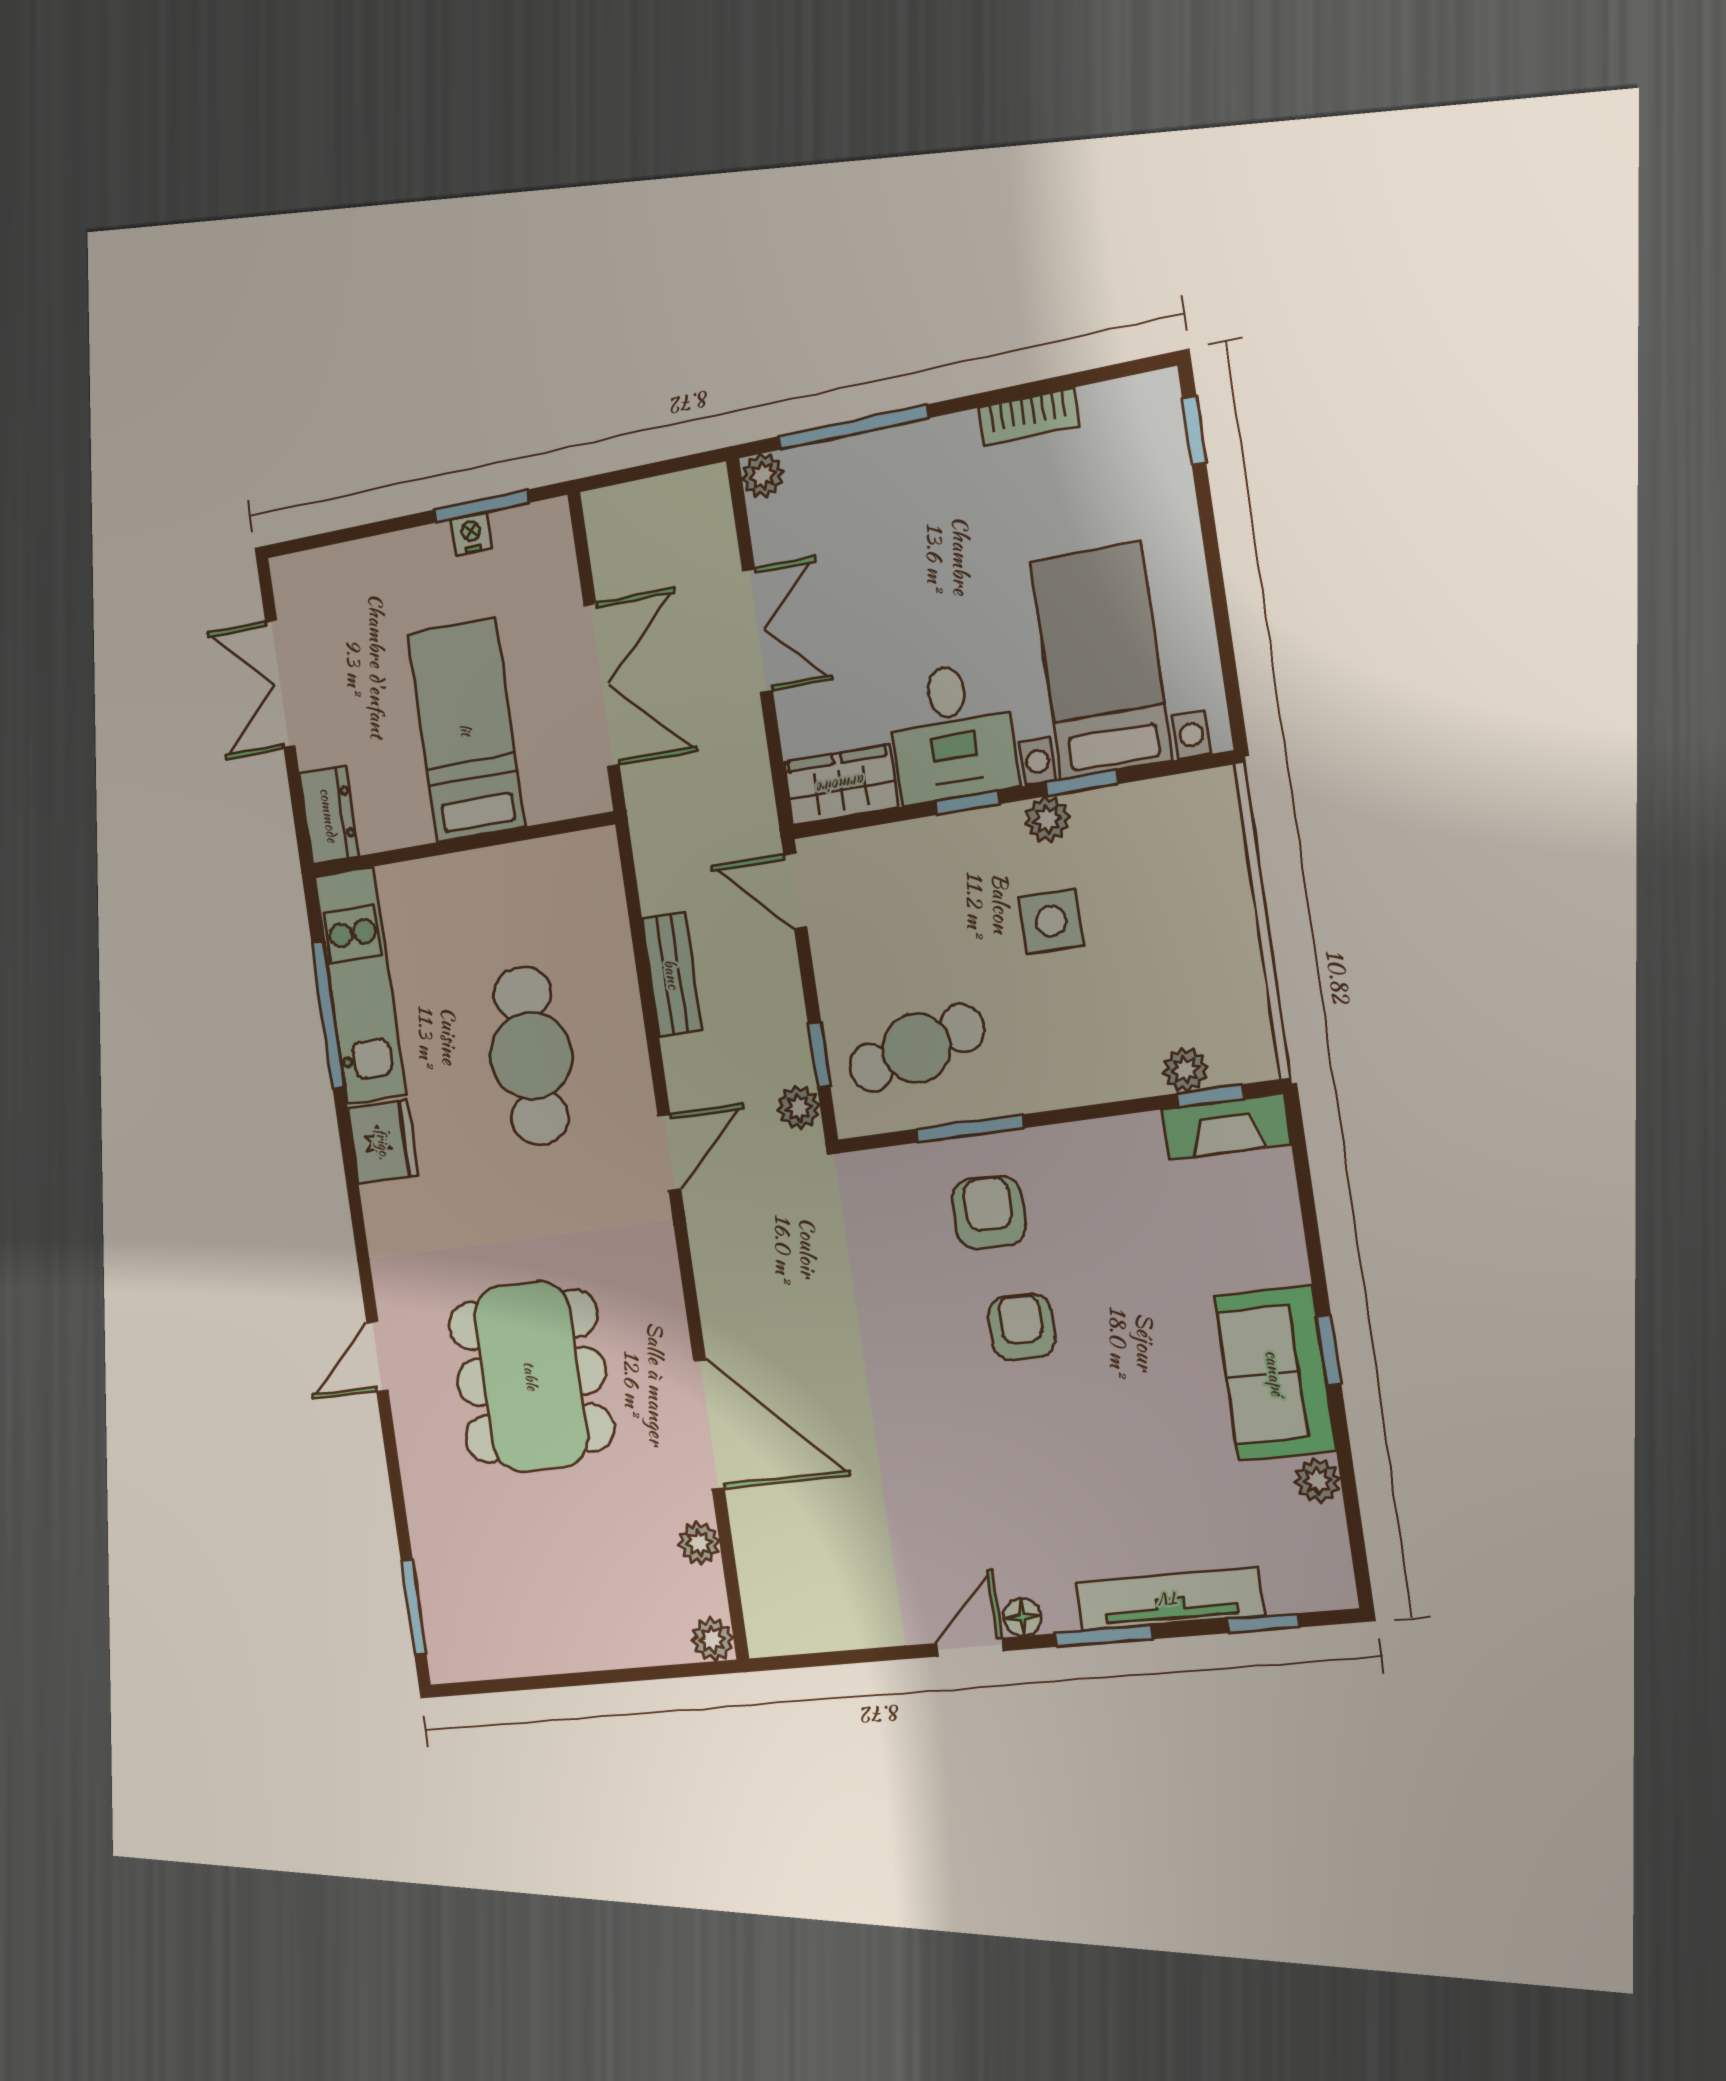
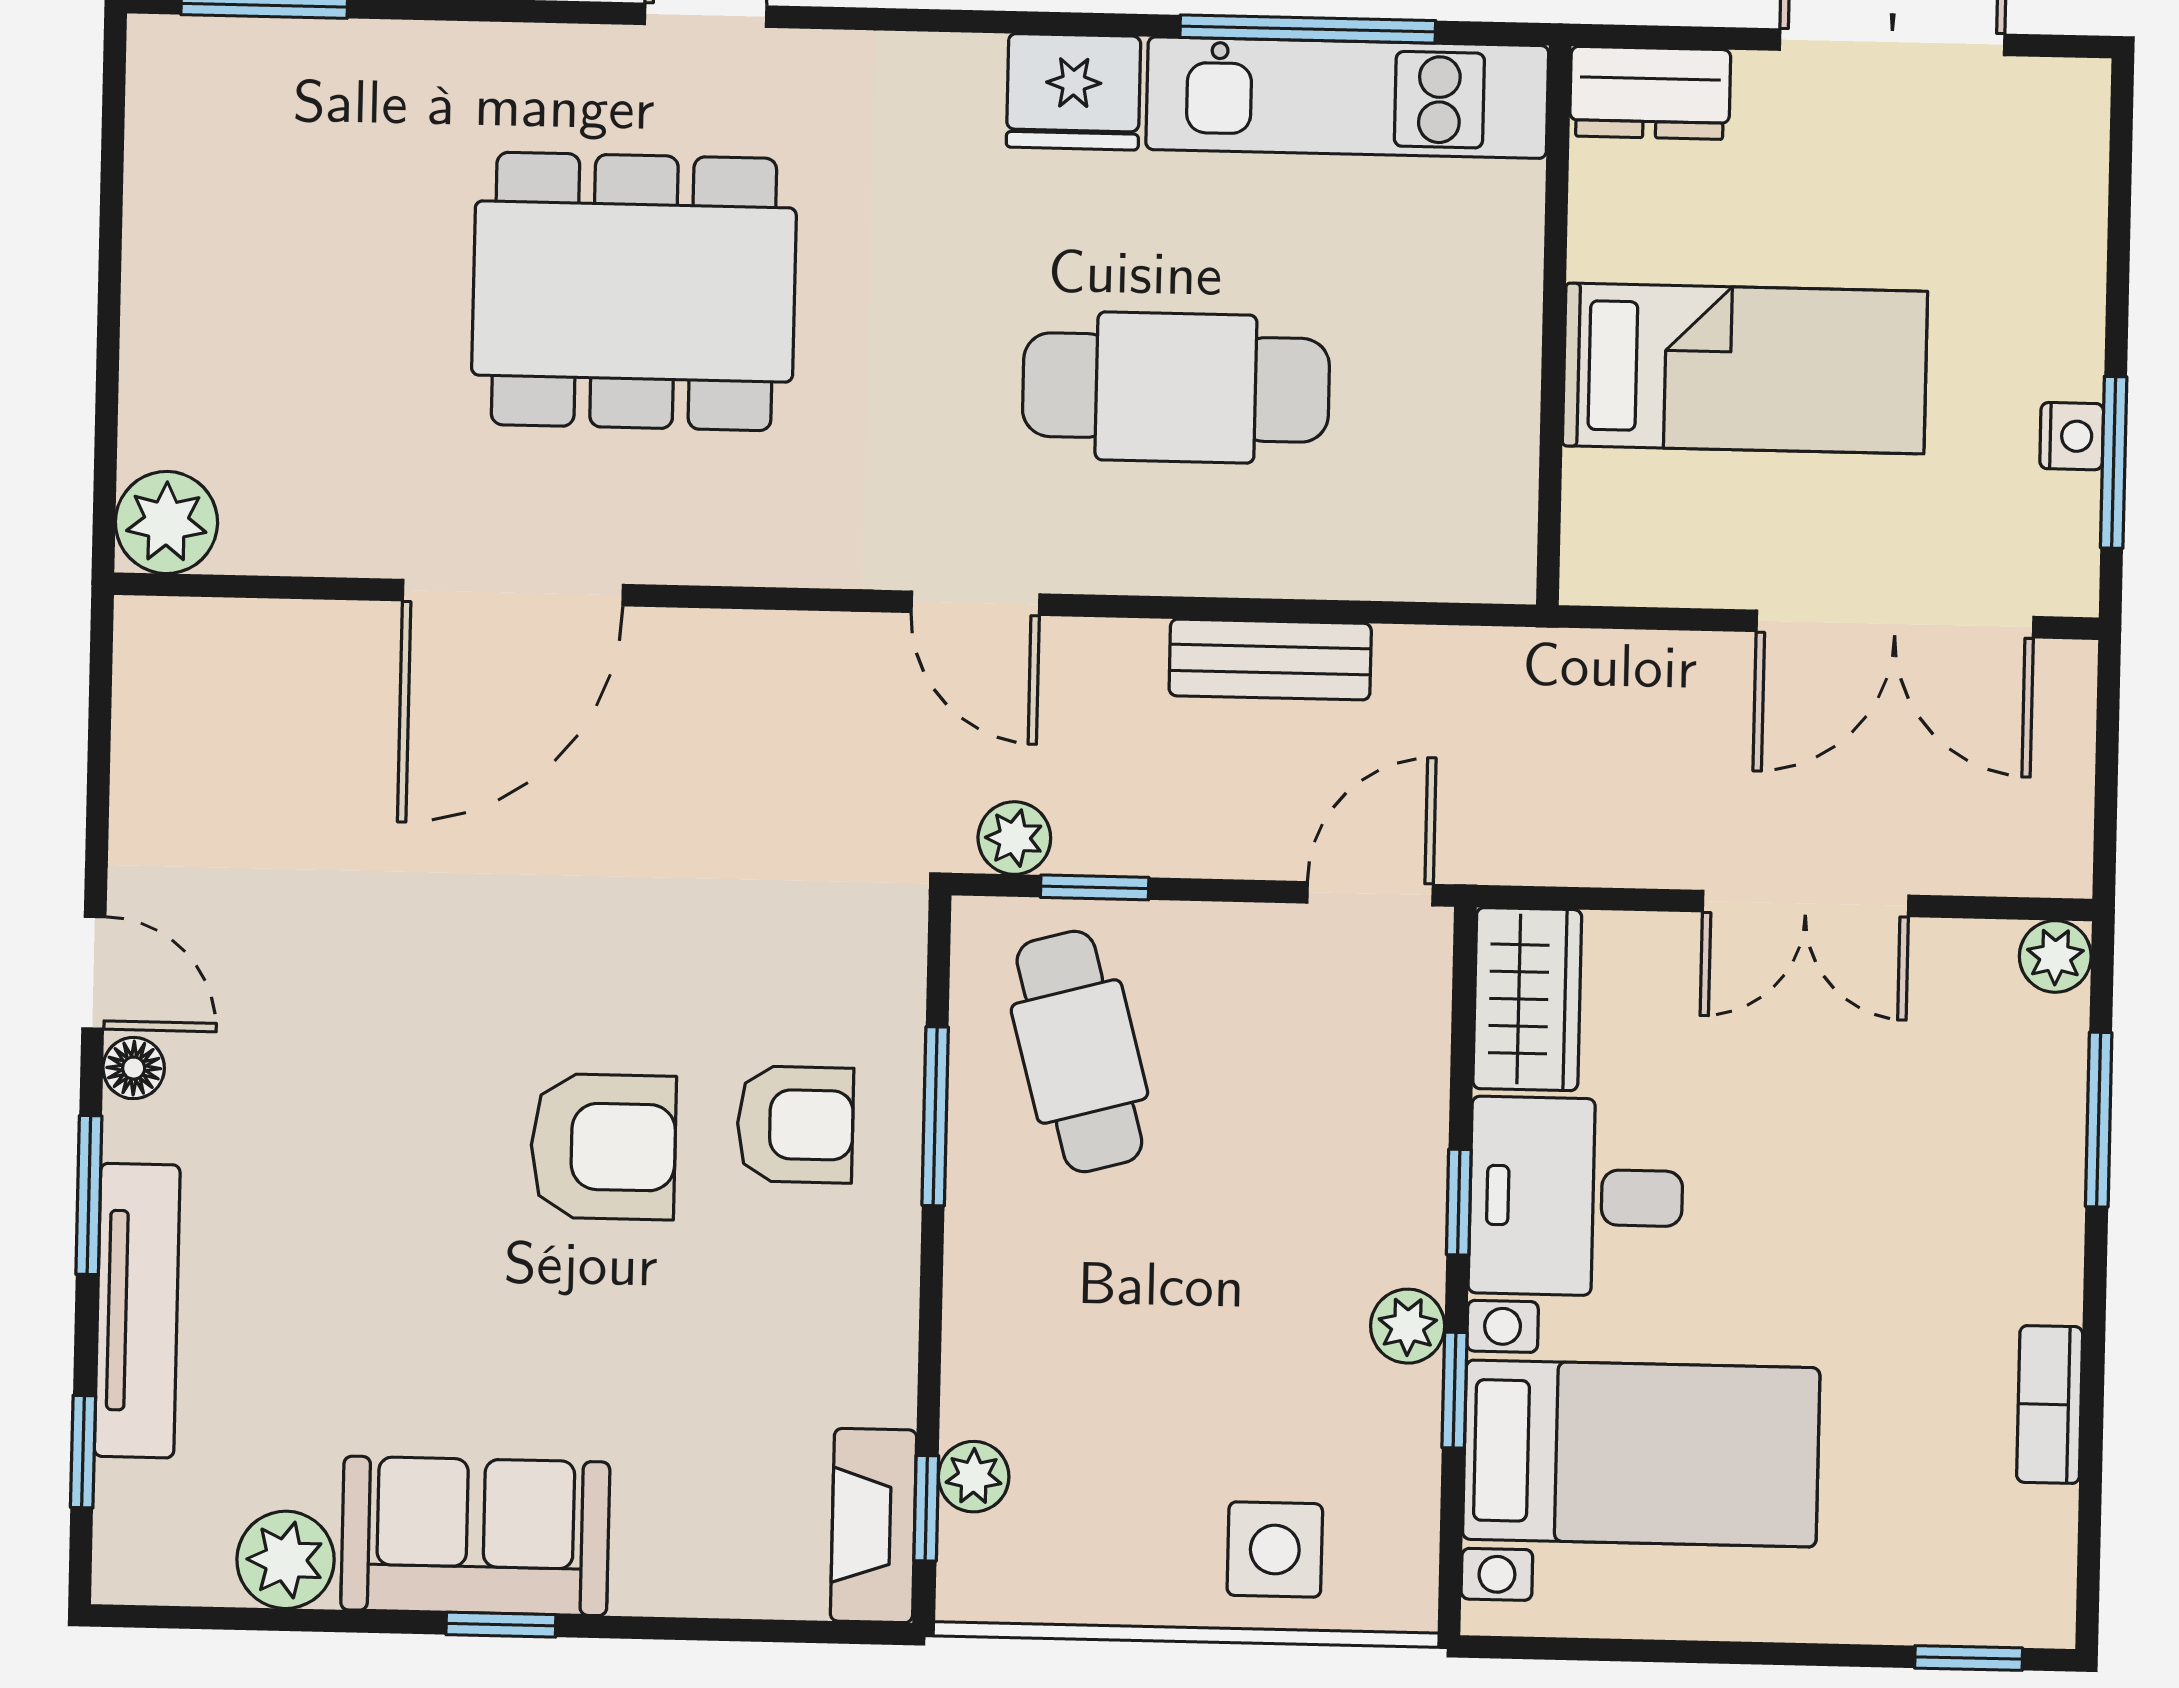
window: (853, 427) -> (2099, 1120), width x0.69
double door: (602, 685) -> (1895, 624), moved
side table: (1051, 921) -> (1275, 1550), moved
armchair: (1022, 1327) -> (603, 1147), width x1.38, depth x1.38
plant: (1318, 1480) -> (286, 1560), width x1.38, depth x1.38
plant: (699, 1543) -> (316, 541), removed
plant: (712, 1639) -> (166, 522), width x1.38, depth x1.38

